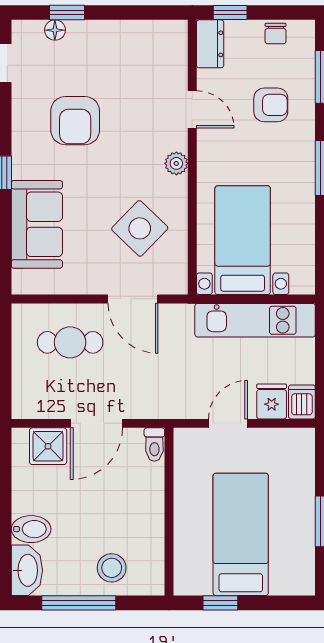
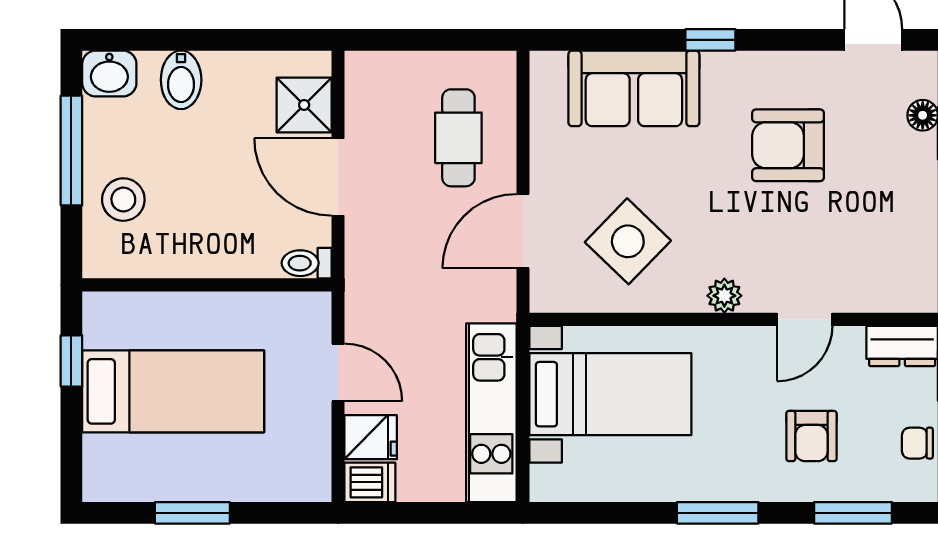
washbasin: (27, 570) -> (109, 73), width x0.72

